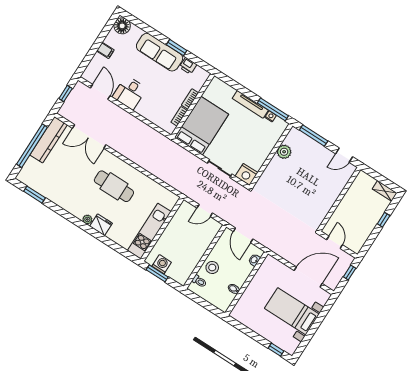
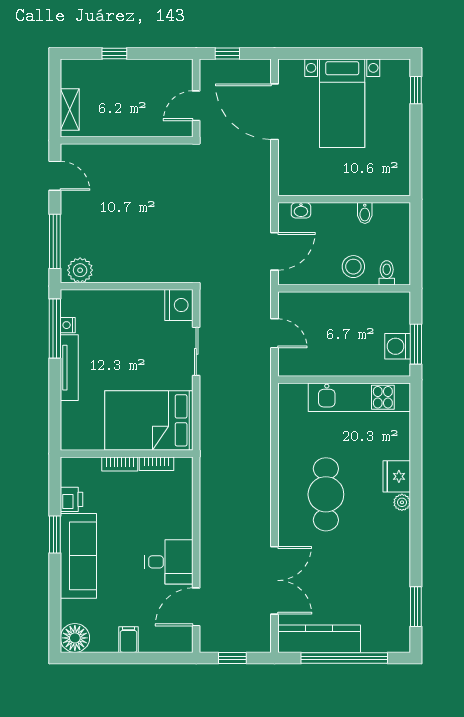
plant: (284, 152) -> (80, 270), moved
shelving: (385, 191) -> (70, 109), moved

